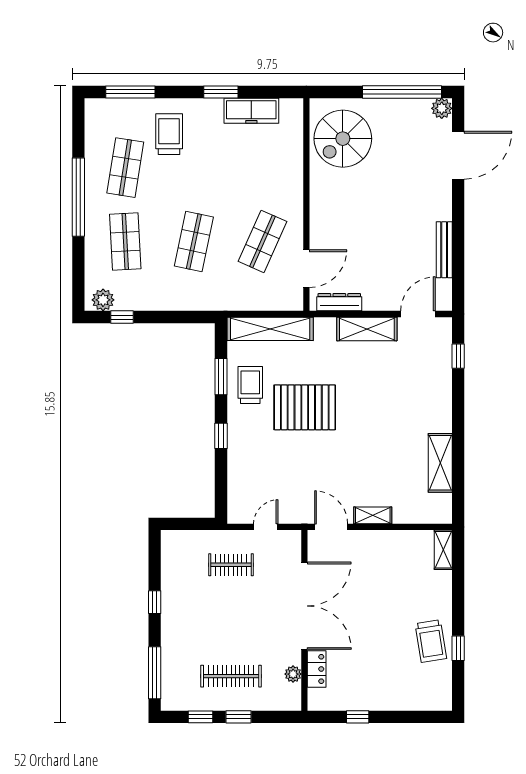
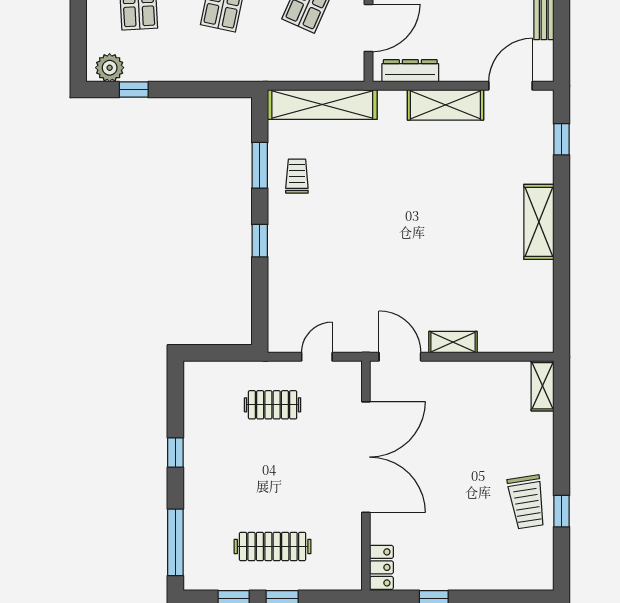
trolley: (250, 385) -> (297, 176), width x0.73, depth x0.72
pallet: (305, 407) -> (366, 205), removed
shelving: (440, 463) -> (539, 222), moved
locker: (317, 669) -> (382, 567), moved
plant: (293, 674) -> (351, 544), removed

